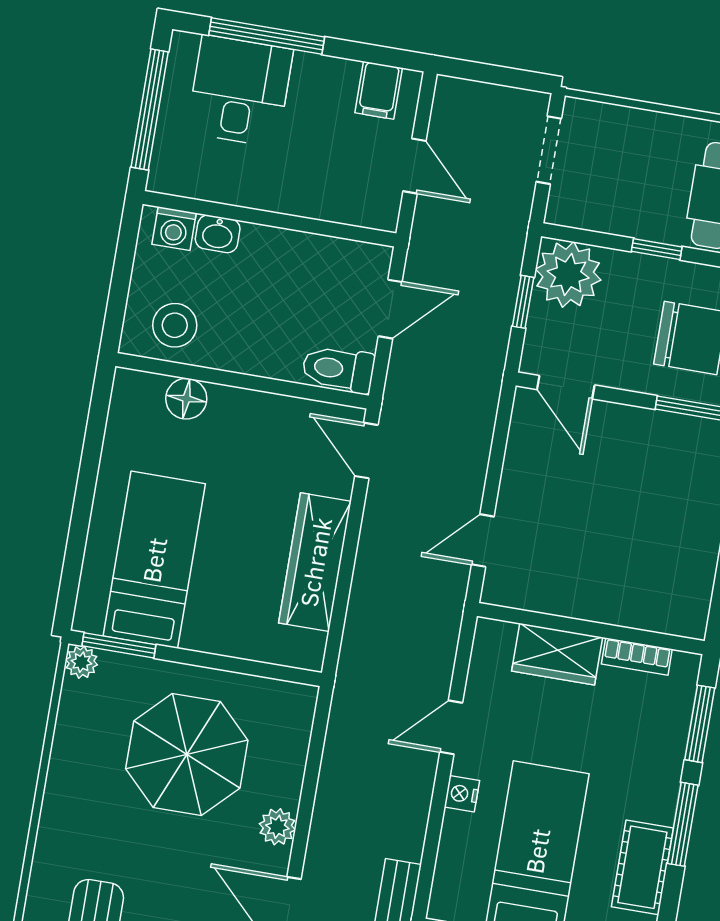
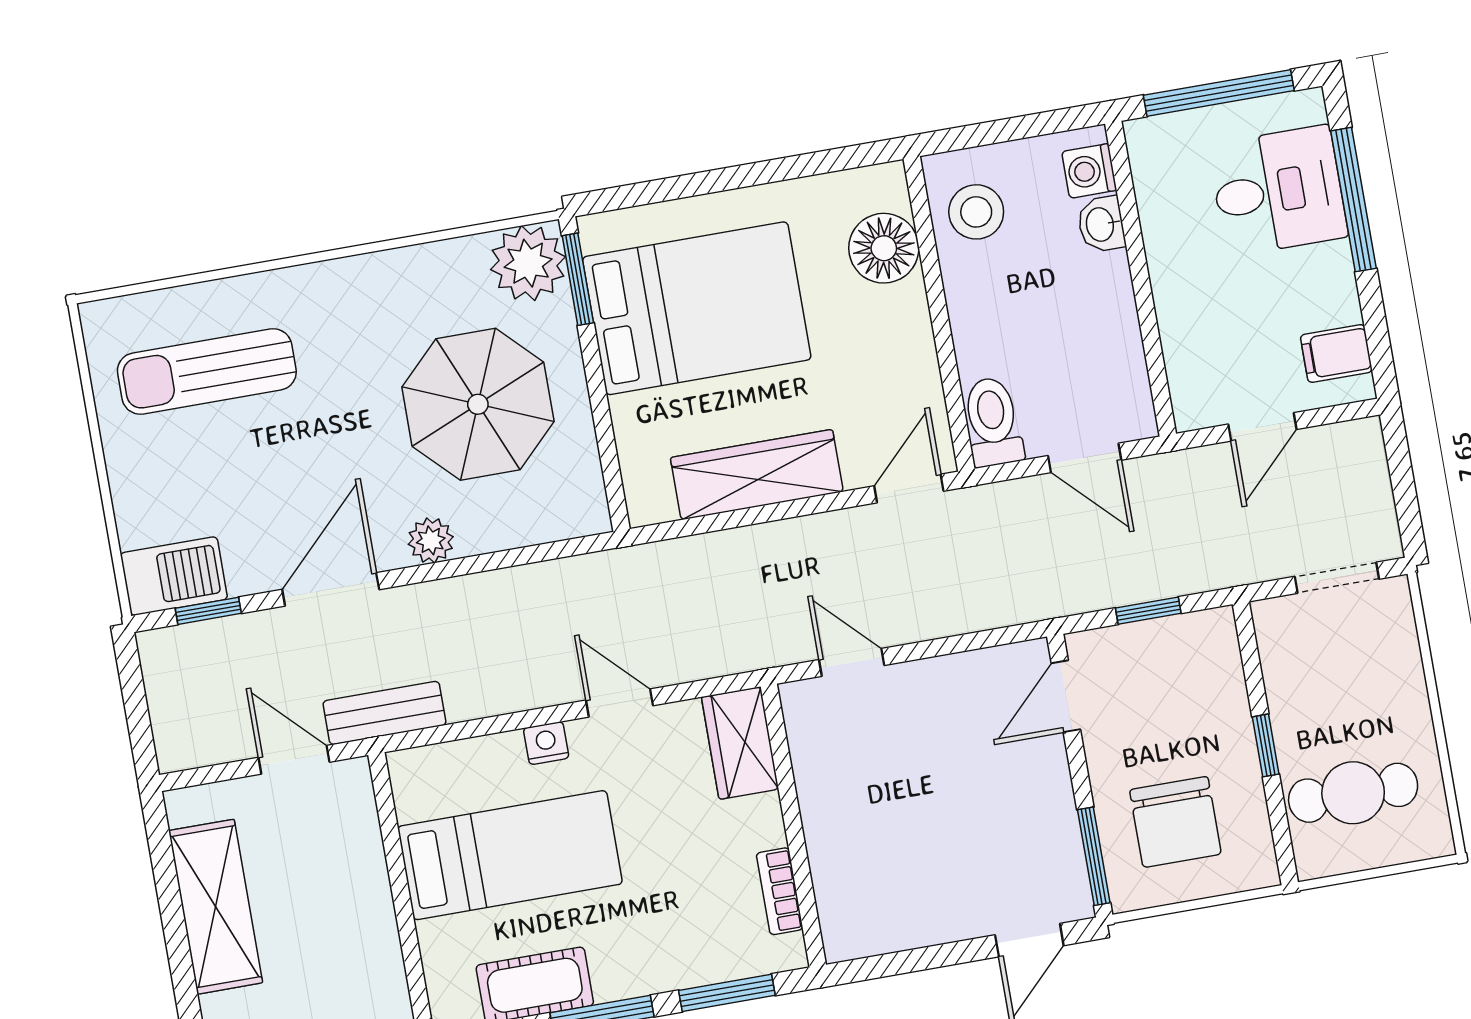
plant: (568, 274) -> (1199, 652), removed
floor lamp: (186, 399) -> (884, 248), width x1.38, depth x1.38
bed: (154, 560) -> (697, 308), width x1.50
wardrobe: (557, 654) -> (740, 743), moved
plant: (82, 662) -> (528, 263), width x1.88, depth x1.88

